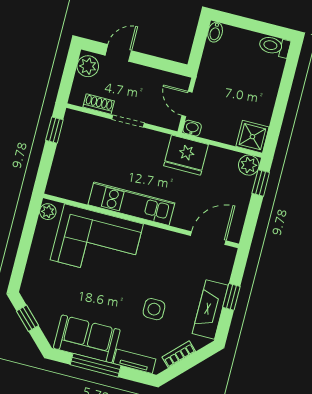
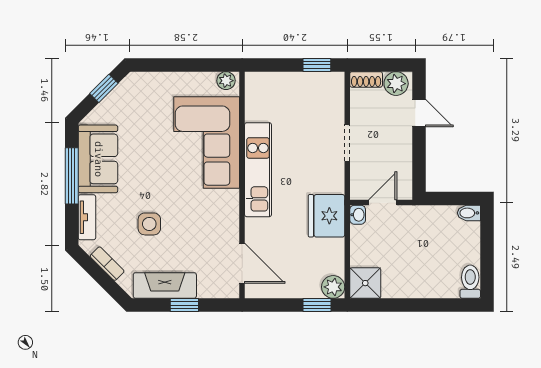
shoe rack: (99, 104) -> (366, 79), moved, turned 90

